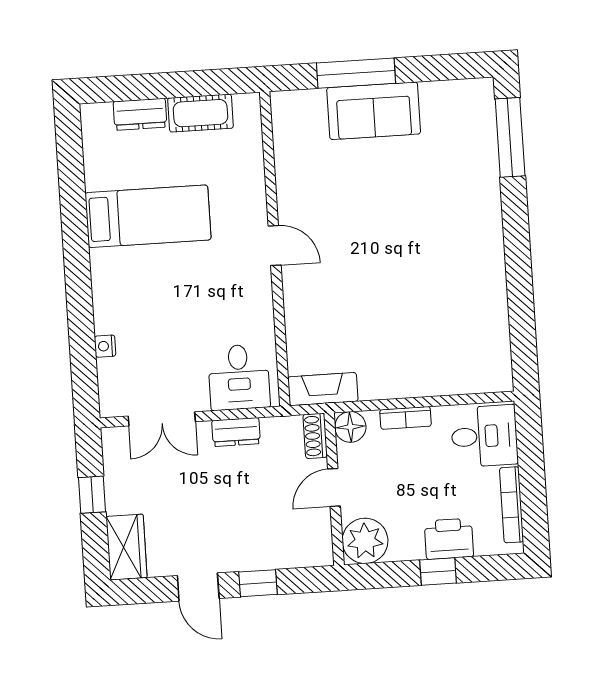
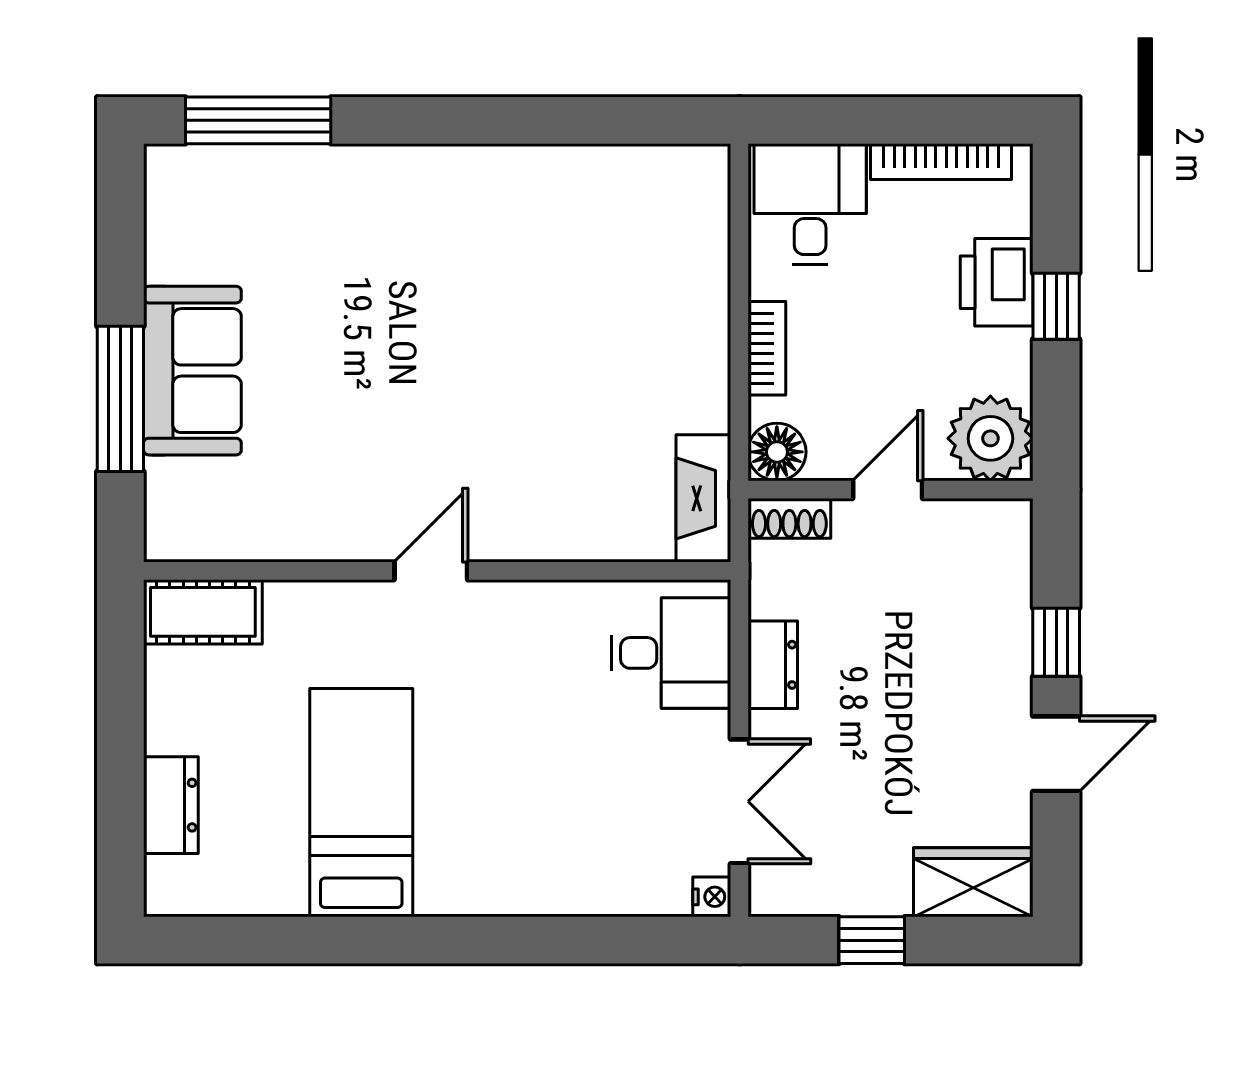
cot: (200, 113) -> (203, 612), moved, turned 90
nightstand: (105, 346) -> (712, 897), moved, turned -90
door: (334, 488) -> (888, 490), swing flipped

